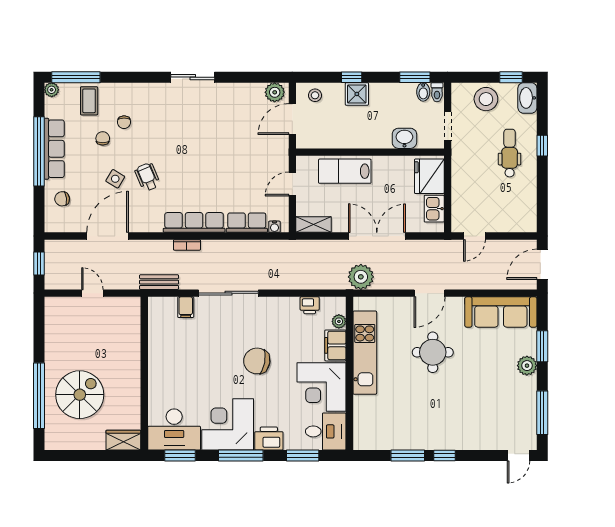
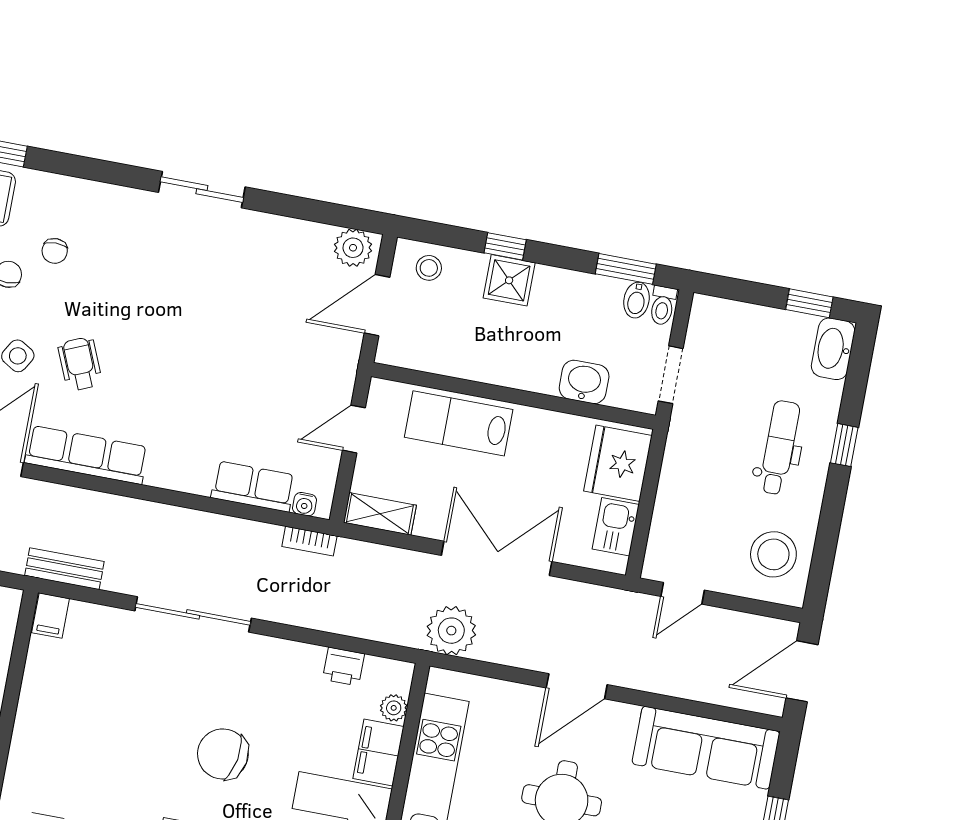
stool: (486, 99) -> (773, 554), moved
row of seats: (194, 222) -> (87, 455), moved
bookcase: (187, 245) -> (309, 541), moved
filing cabinet: (186, 307) -> (51, 616), moved

